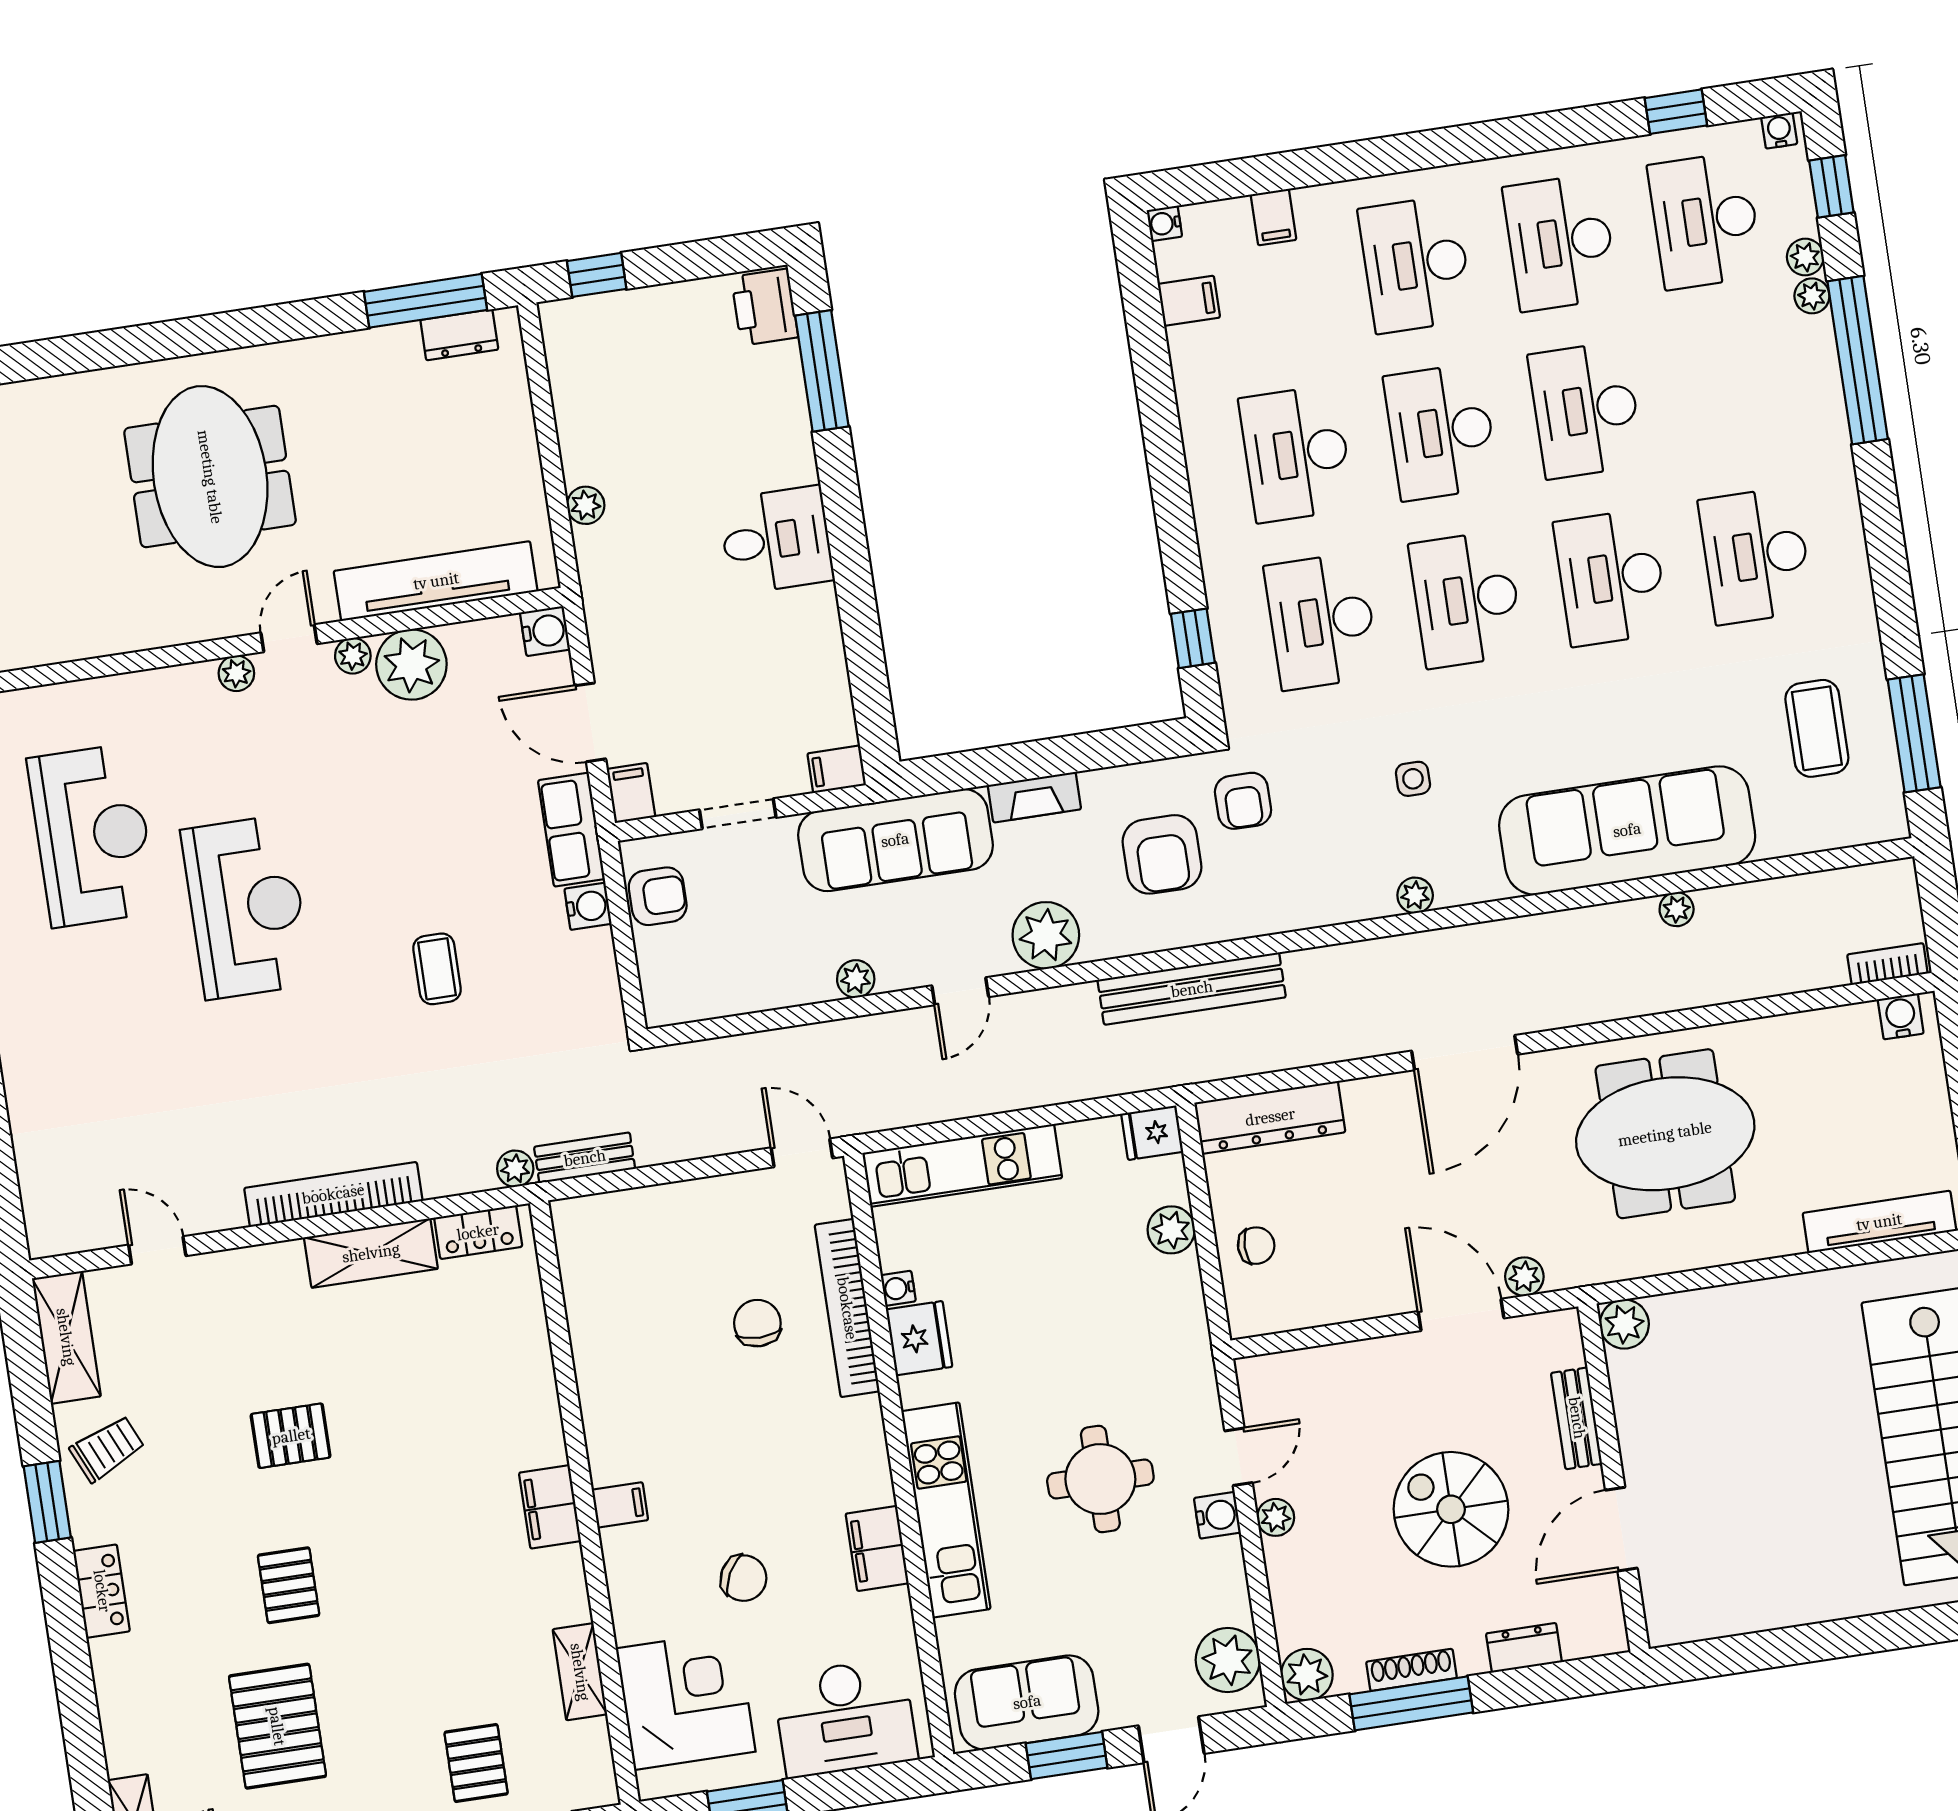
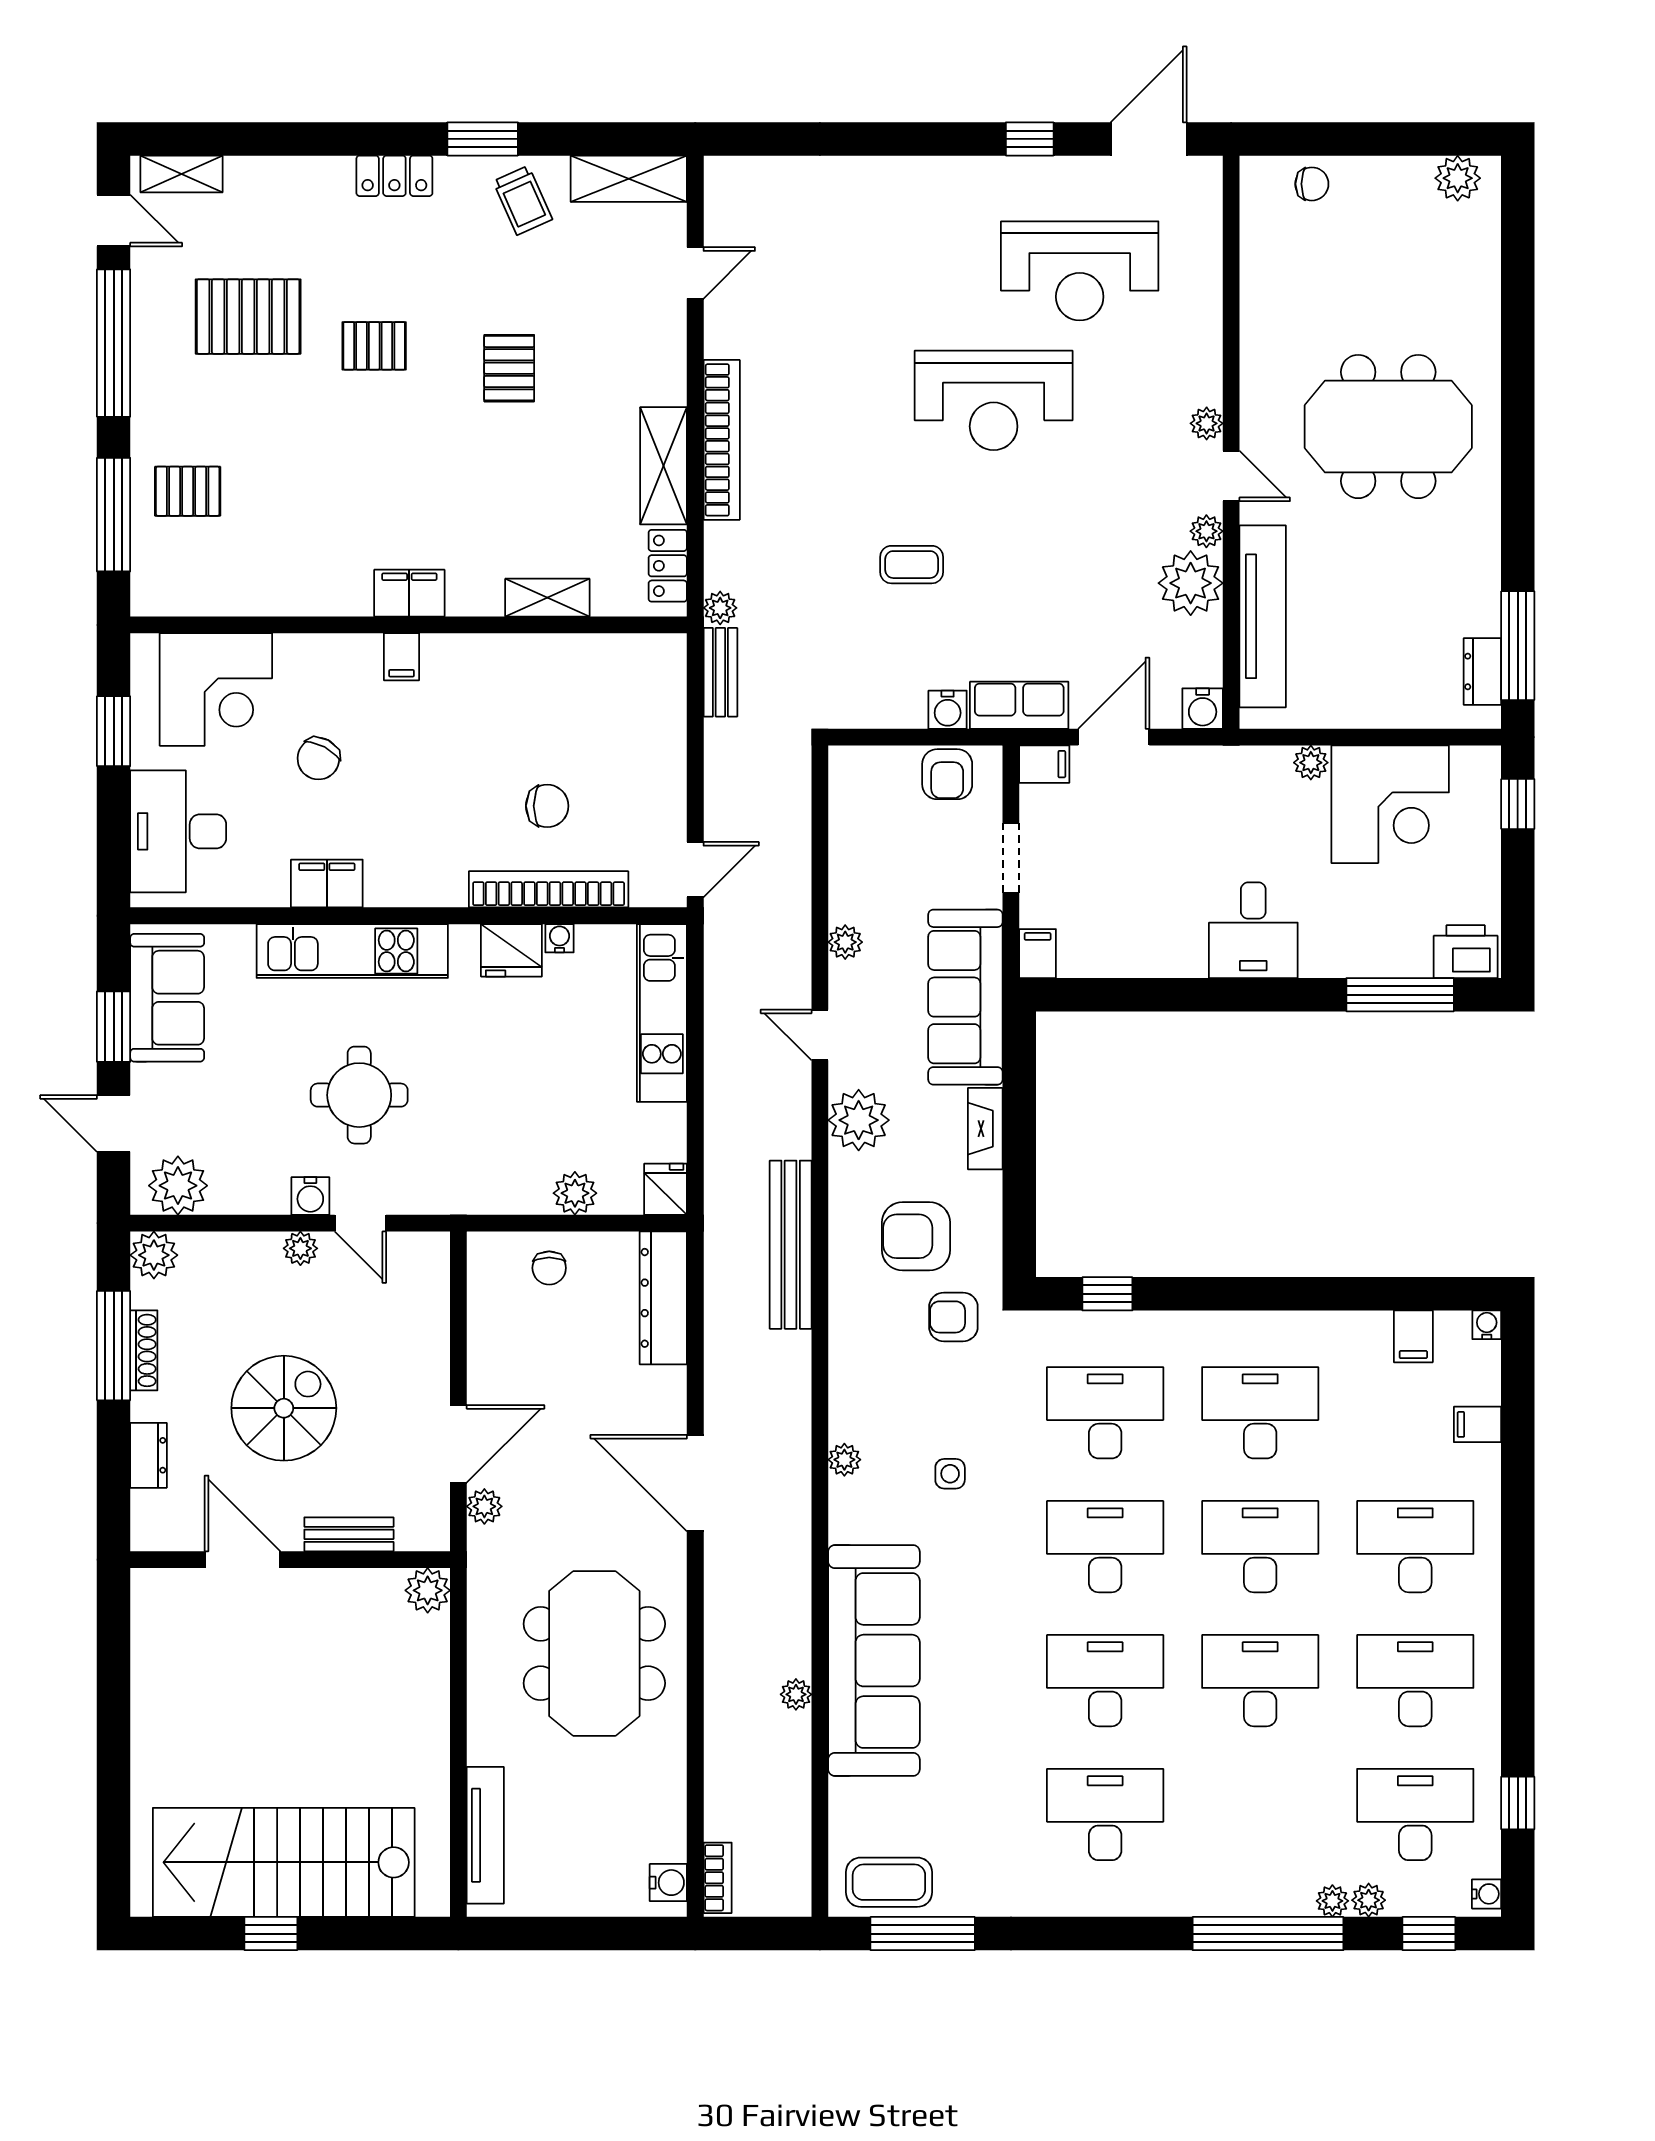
corner desk: (618, 413) -> (1390, 804), added
coffee table: (1817, 728) -> (889, 1882), moved
shelving: (580, 1672) -> (547, 598), moved

